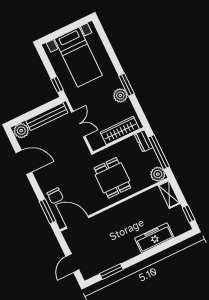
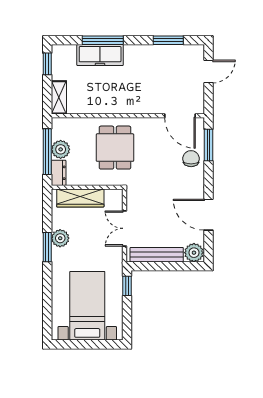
plant: (158, 174) -> (61, 149), moved
window: (157, 249) -> (103, 40), added

